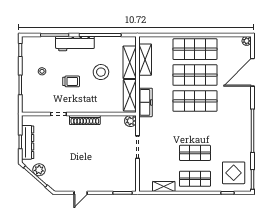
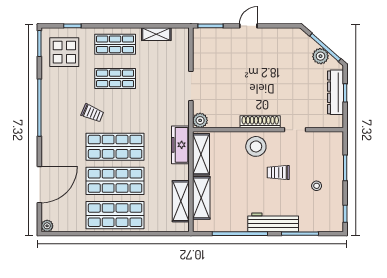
stool: (101, 72) -> (256, 146), moved
trolley: (212, 126) -> (92, 113), added
door: (81, 193) -> (248, 26), moved

